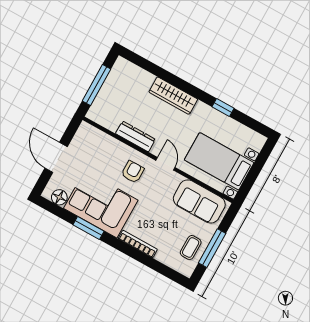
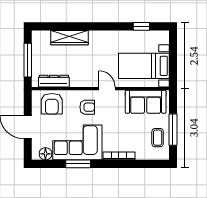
wardrobe: (173, 96) -> (69, 38), moved
window: (223, 107) -> (141, 26), moved
dresser: (135, 136) -> (54, 81), moved
armchair: (96, 147) -> (52, 104), added
armchair: (133, 172) -> (87, 107), turned 90

